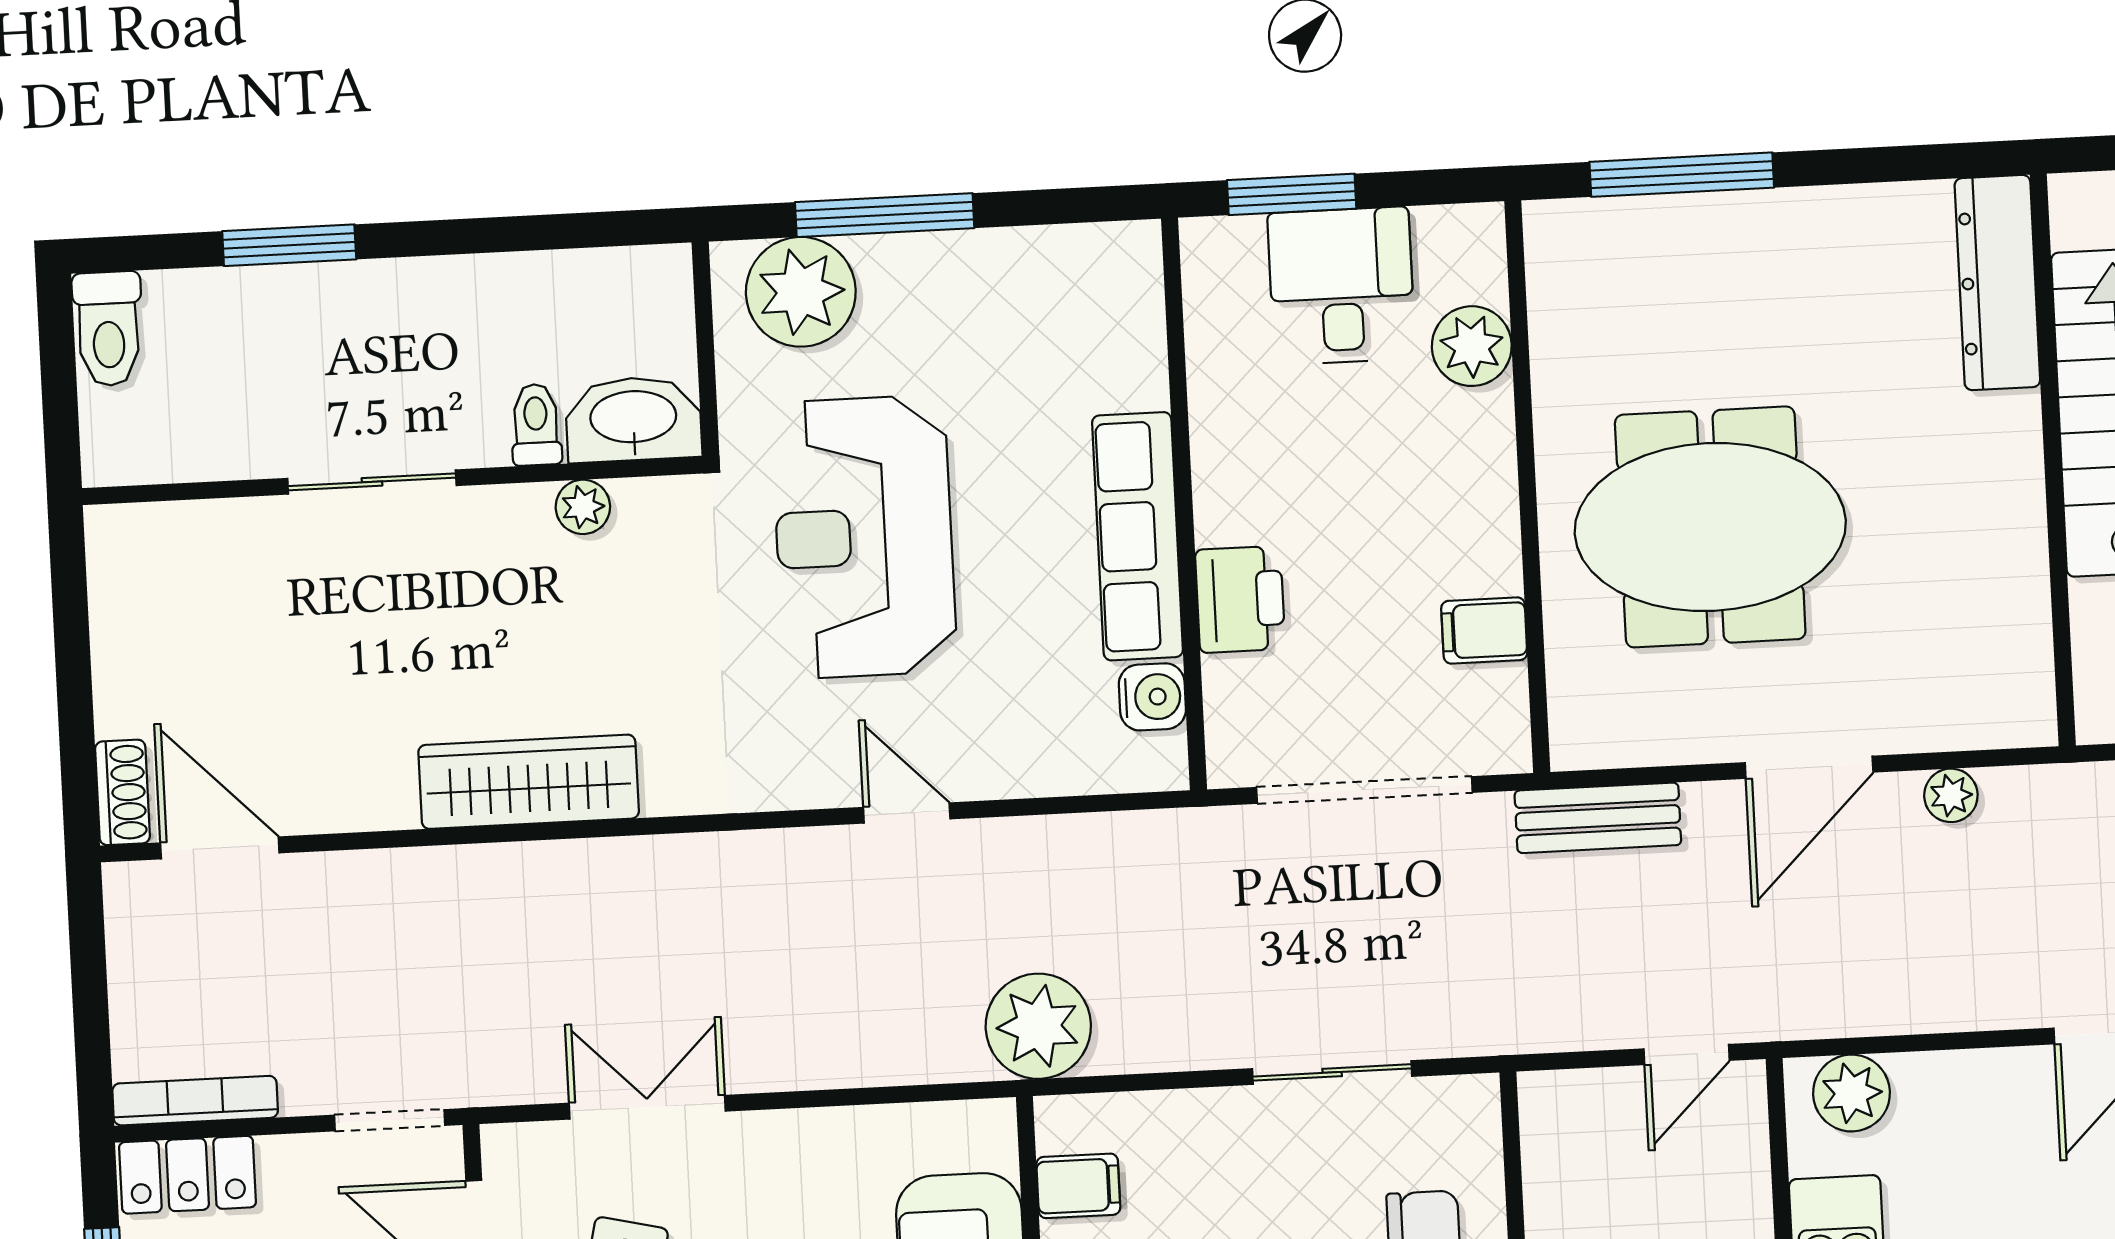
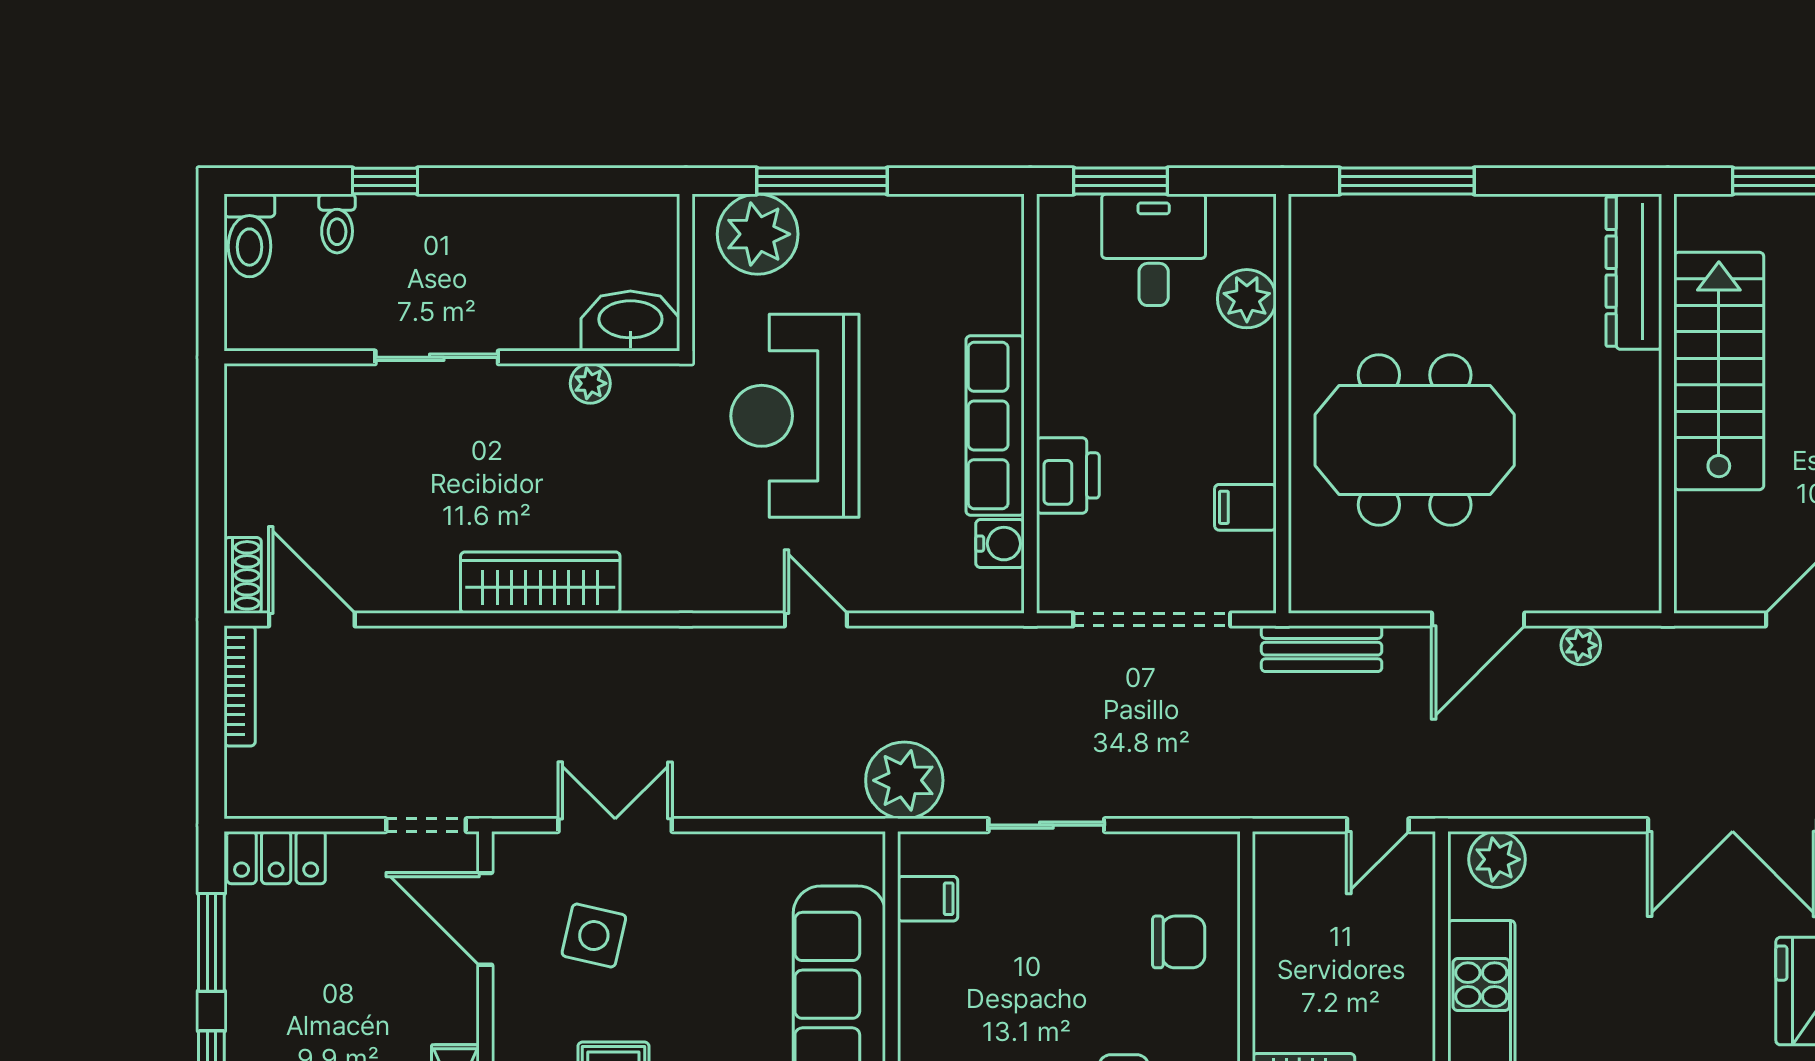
window: (289, 245) -> (385, 181), width x0.67
toilet: (536, 425) -> (337, 223), moved, turned 180
sliding door: (1332, 1072) -> (1046, 825), moved
bookcase: (195, 1101) -> (240, 686), moved, turned 90

